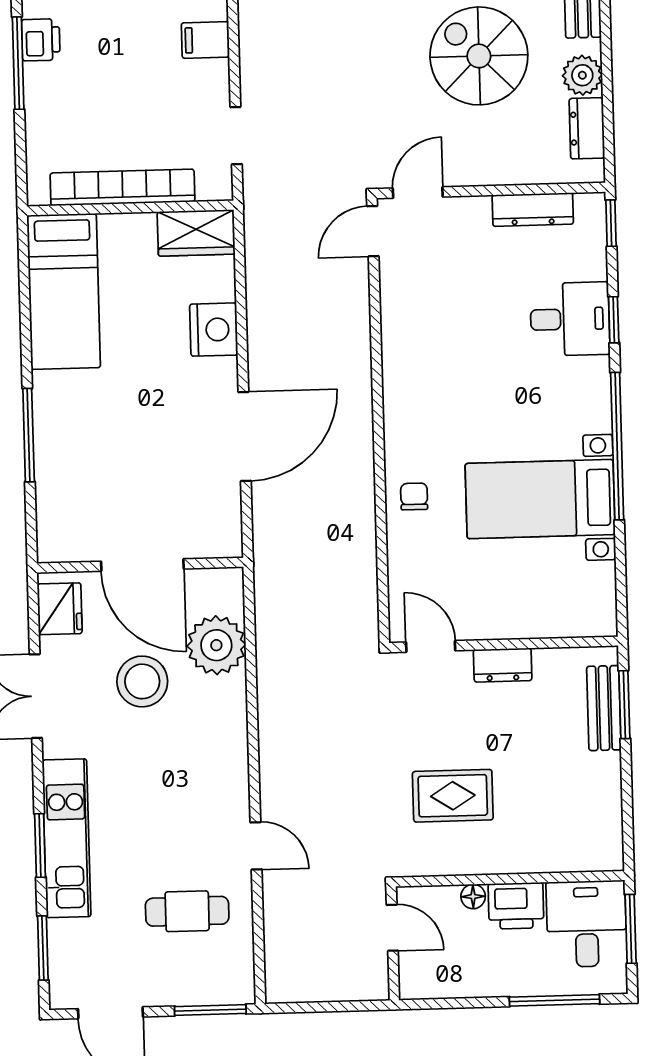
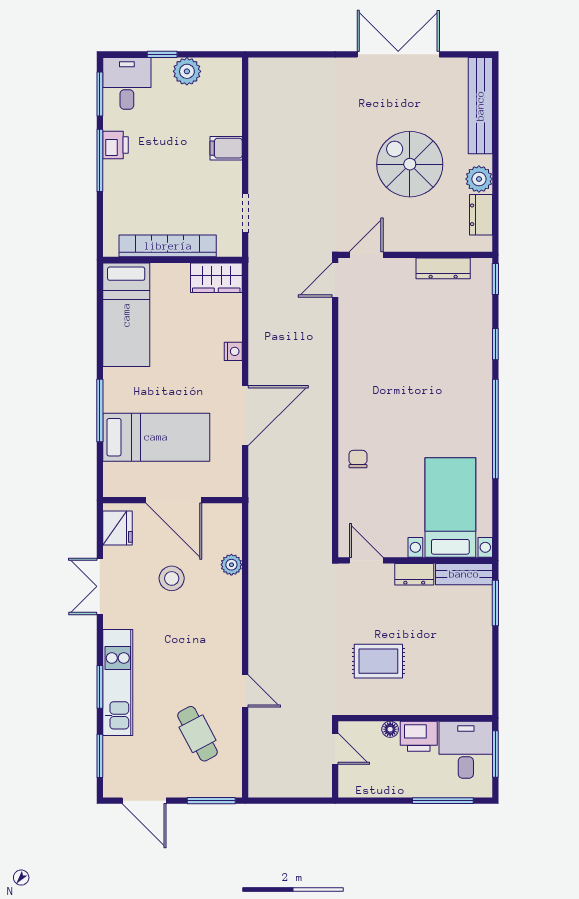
desk: (570, 319) -> (466, 343), removed
nightstand: (214, 330) -> (233, 351), width x0.53, depth x0.56
bed: (113, 472) -> (156, 437), added
bed with nightstands: (540, 499) -> (450, 507), moved, turned 90
plant: (216, 645) -> (231, 565), width x0.53, depth x0.53
stool: (142, 681) -> (172, 578), width x0.73, depth x0.73
bench: (604, 708) -> (464, 574), moved, turned 90
cafe table: (187, 911) -> (198, 734), turned 62

